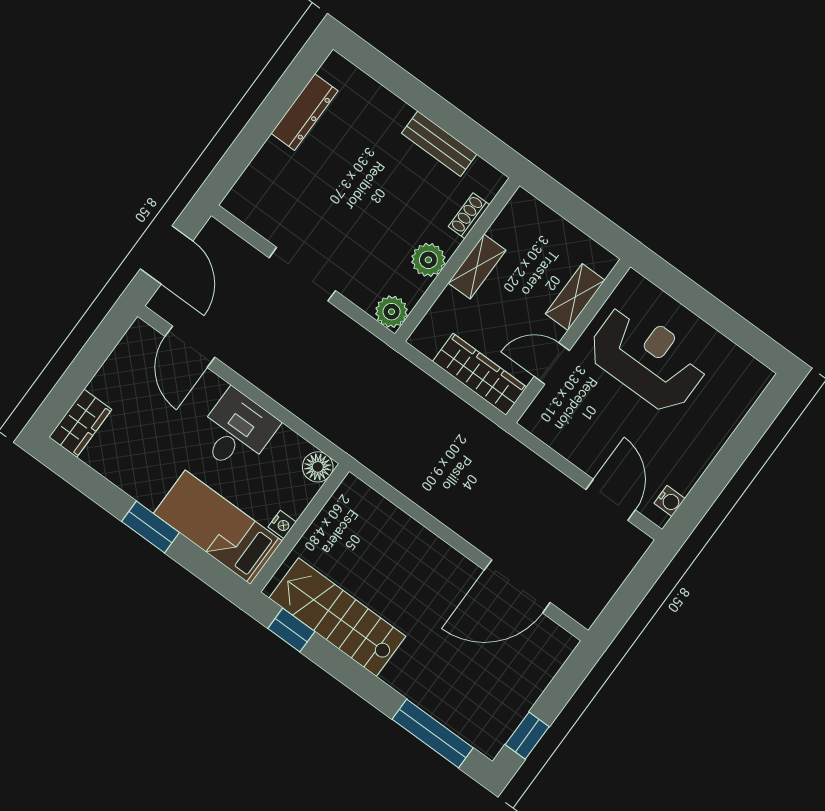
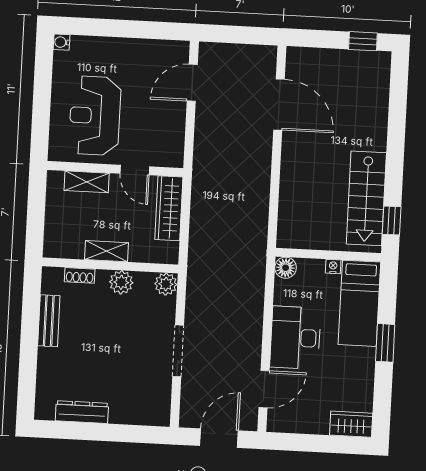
desk: (236, 431) -> (295, 338), width x1.37
water cooler: (670, 501) -> (62, 42), moved, turned -90
window: (433, 733) -> (398, 98), removed

